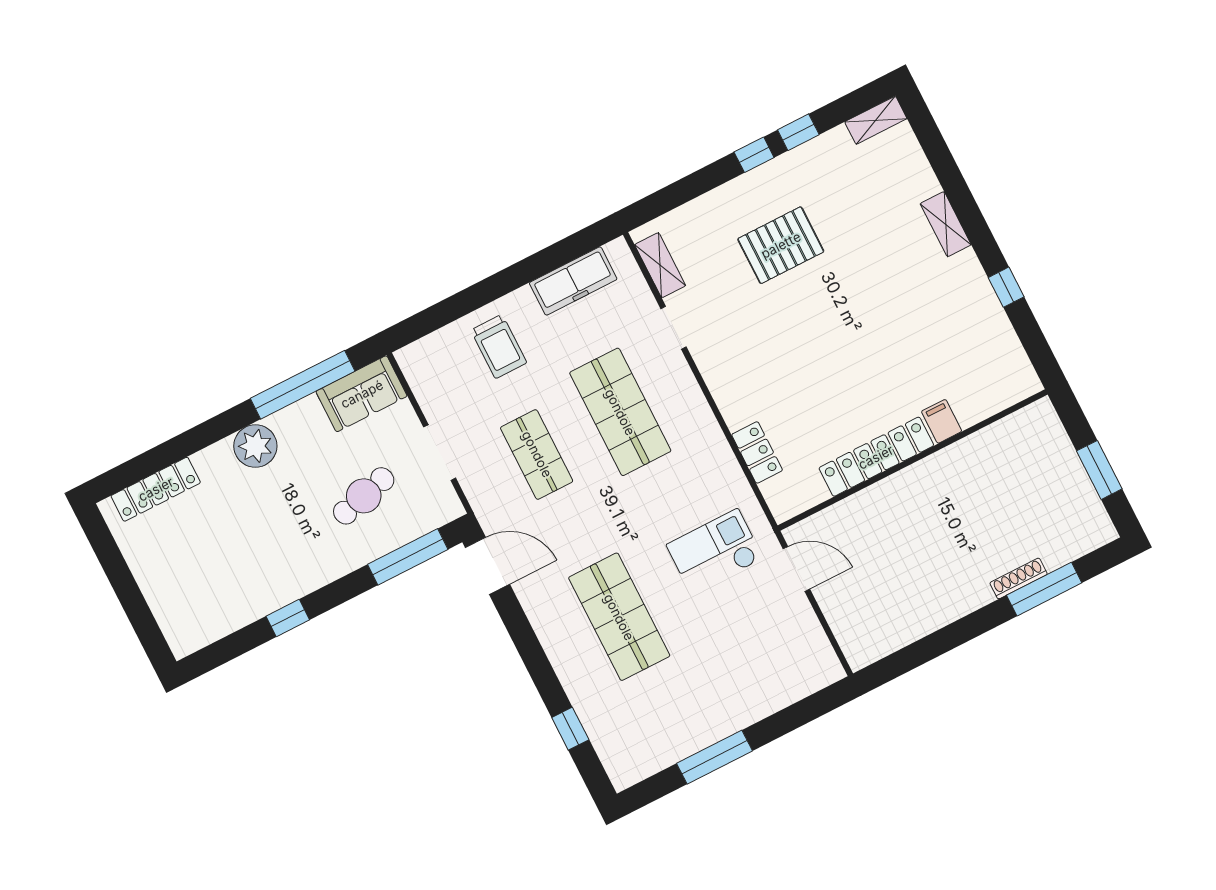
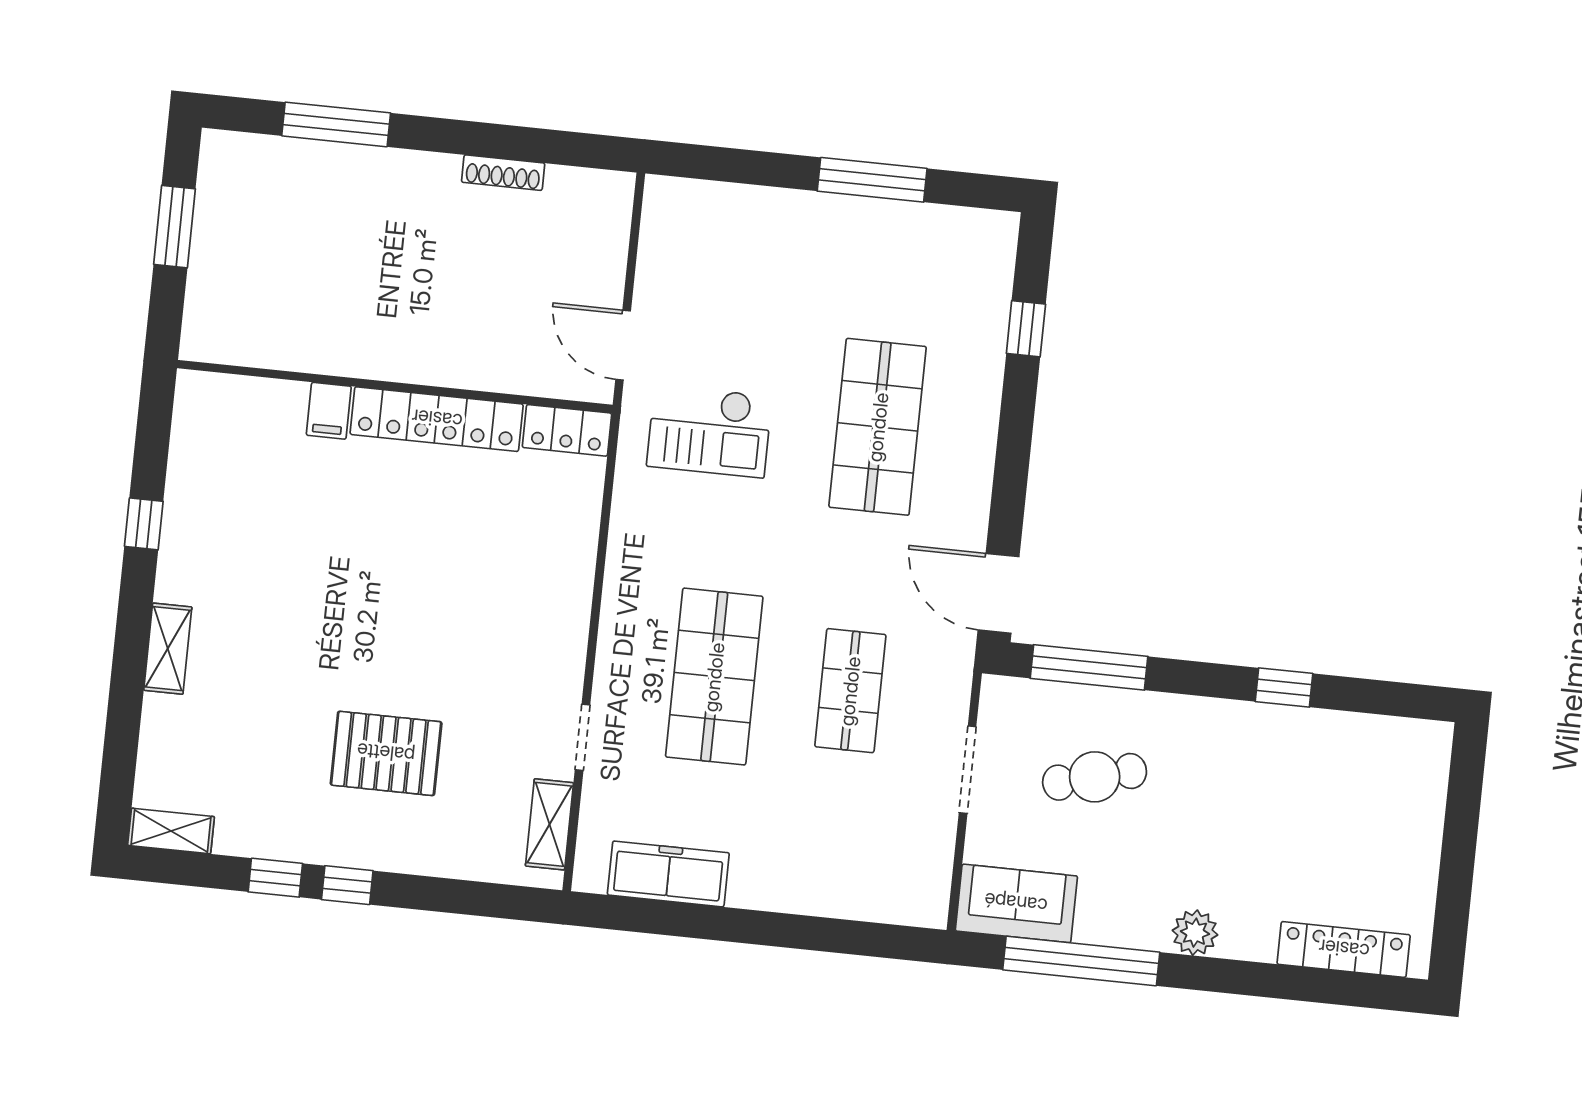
trolley: (499, 346) -> (811, 853), removed
plant: (255, 446) -> (1195, 933), width x0.73, depth x0.73
locker: (757, 452) -> (567, 430), moved, turned -90
shoe rack: (1019, 578) -> (503, 173), moved

